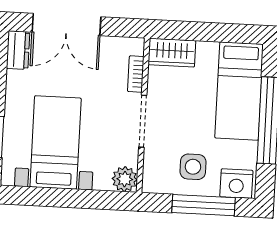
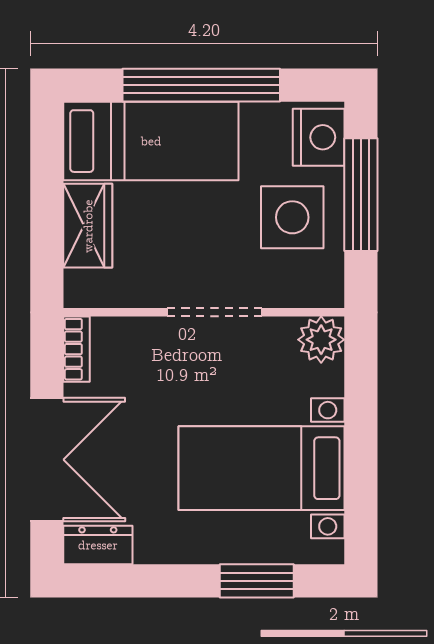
wardrobe: (172, 53) -> (88, 226), moved
bookcase: (136, 74) -> (76, 349), moved, turned -90
side table: (193, 167) -> (292, 217), width x1.37, depth x1.37

